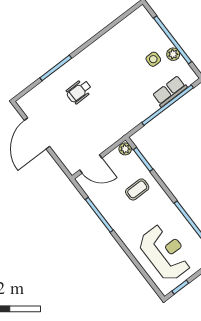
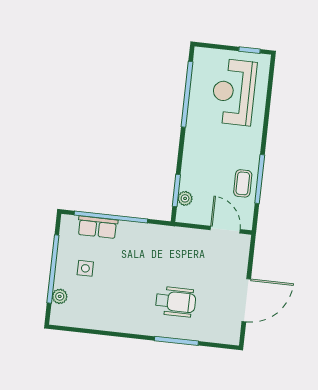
plant: (173, 54) -> (60, 296), moved
wheelchair: (79, 91) -> (176, 302), width x1.36, depth x1.37
plant: (125, 149) -> (185, 198), moved
coffee table: (137, 189) -> (243, 183), moved, turned 90

